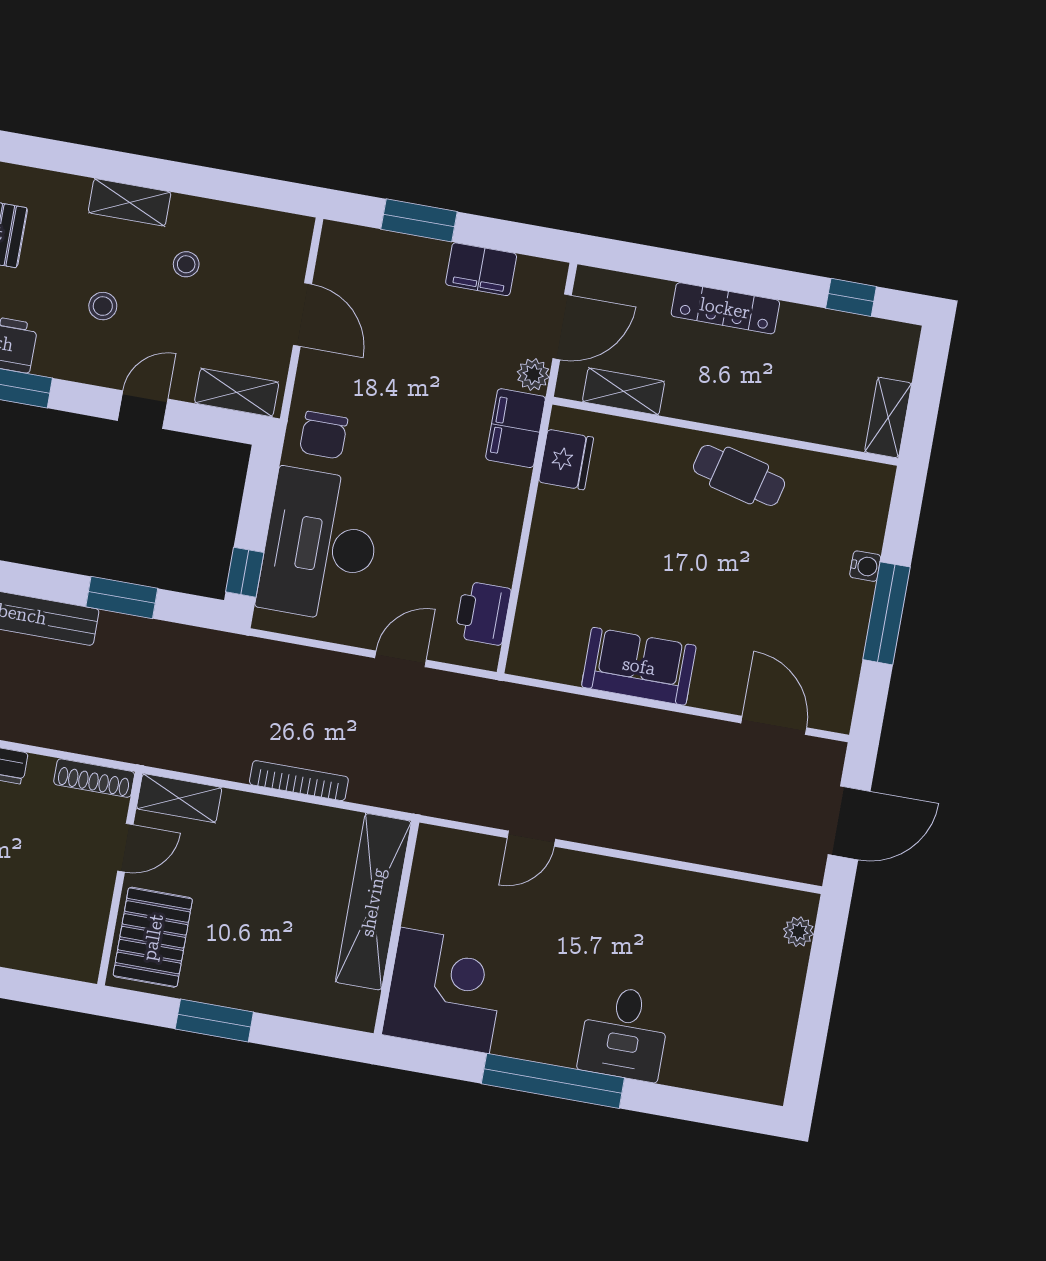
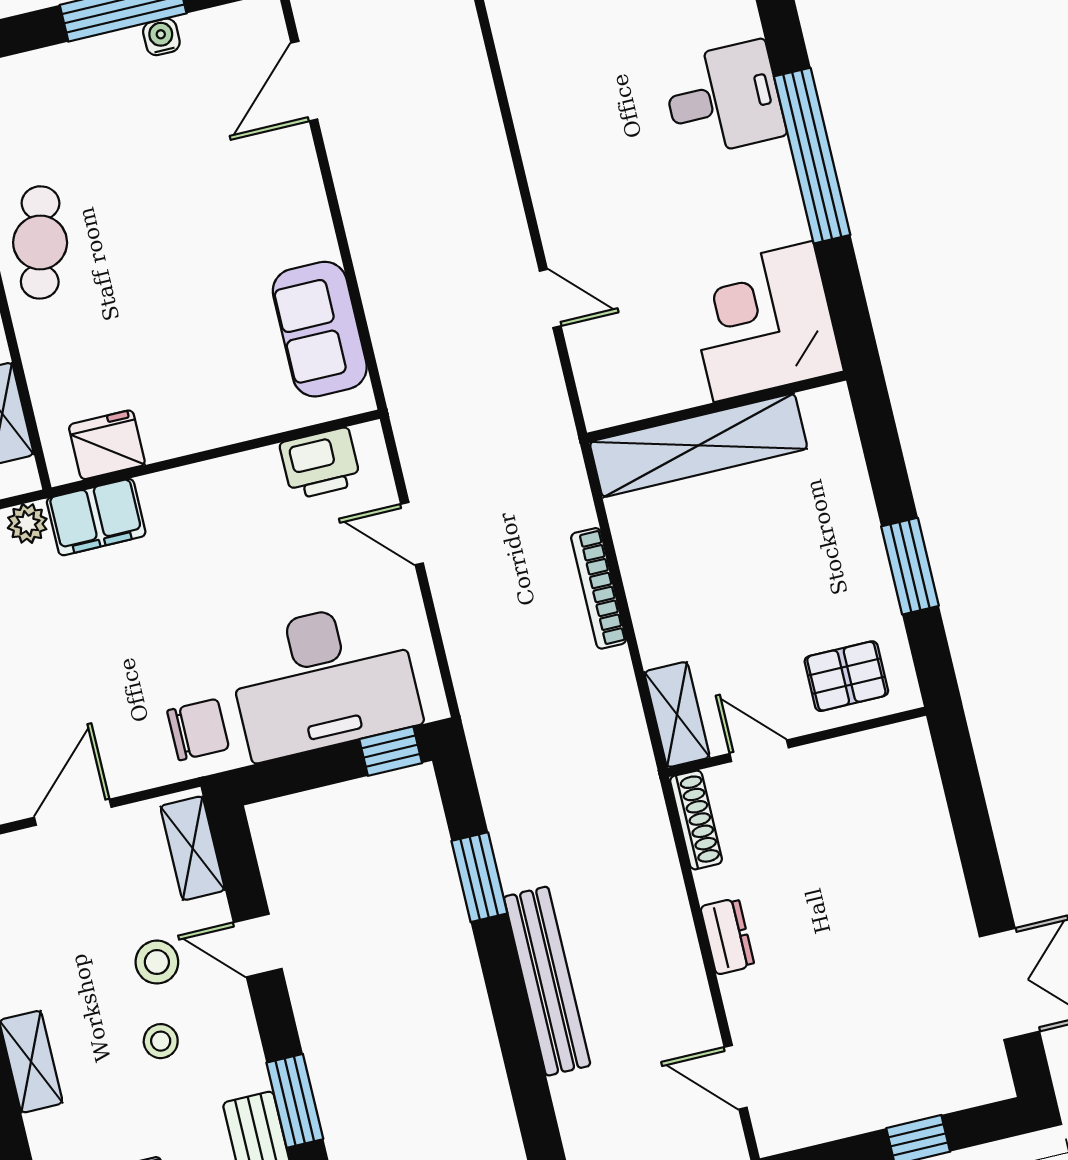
stool: (186, 264) -> (157, 962), moved, width x1.37, depth x1.37
water cooler: (865, 566) -> (161, 37), moved
sofa: (639, 666) -> (320, 329), moved
pallet: (153, 937) -> (846, 676), width x0.67, depth x0.71

